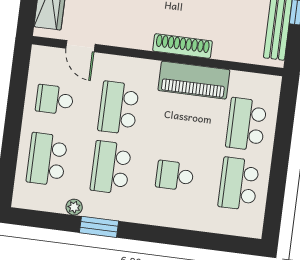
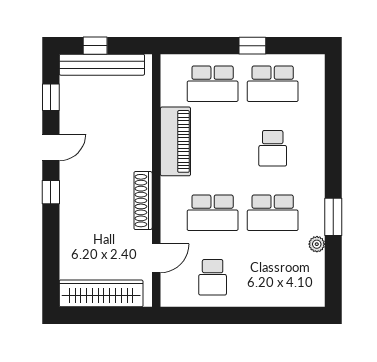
shoe rack: (183, 46) -> (143, 201), moved
school desk: (47, 159) -> (273, 277), removed
window: (279, 169) -> (252, 46), added

